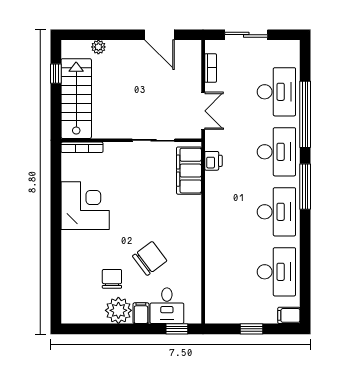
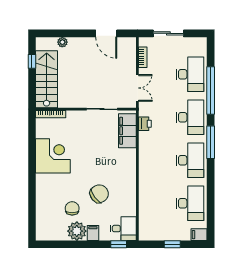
desk: (167, 306) -> (123, 229), moved, turned -90

